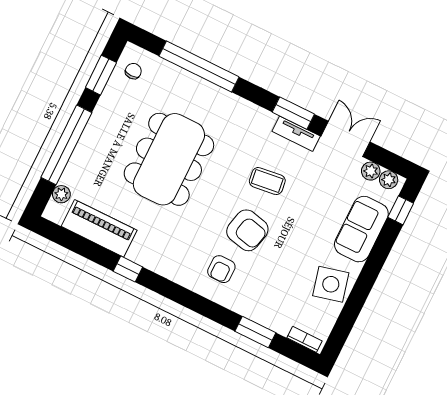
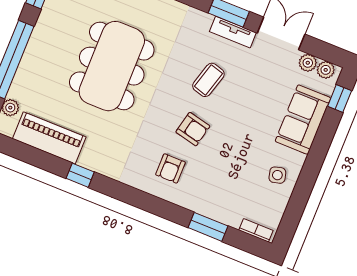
coffee table: (267, 181) -> (208, 80), turned -67
armchair: (247, 230) -> (193, 129), width x0.72, depth x0.72
side table: (331, 284) -> (277, 175), width x0.54, depth x0.54

